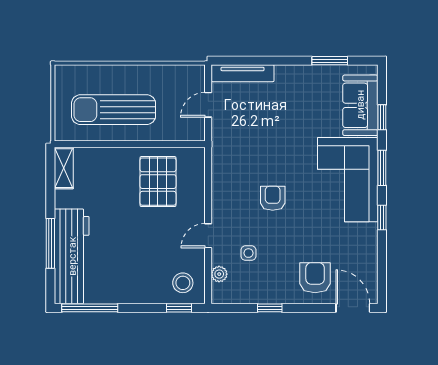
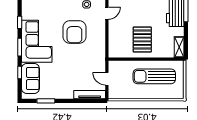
door: (208, 105) -> (107, 79), swing flipped
sun lounger: (114, 110) -> (154, 76), turned 180
pallet: (158, 182) -> (142, 39), moved
armchair: (273, 198) -> (74, 32), width x1.88, depth x1.88

